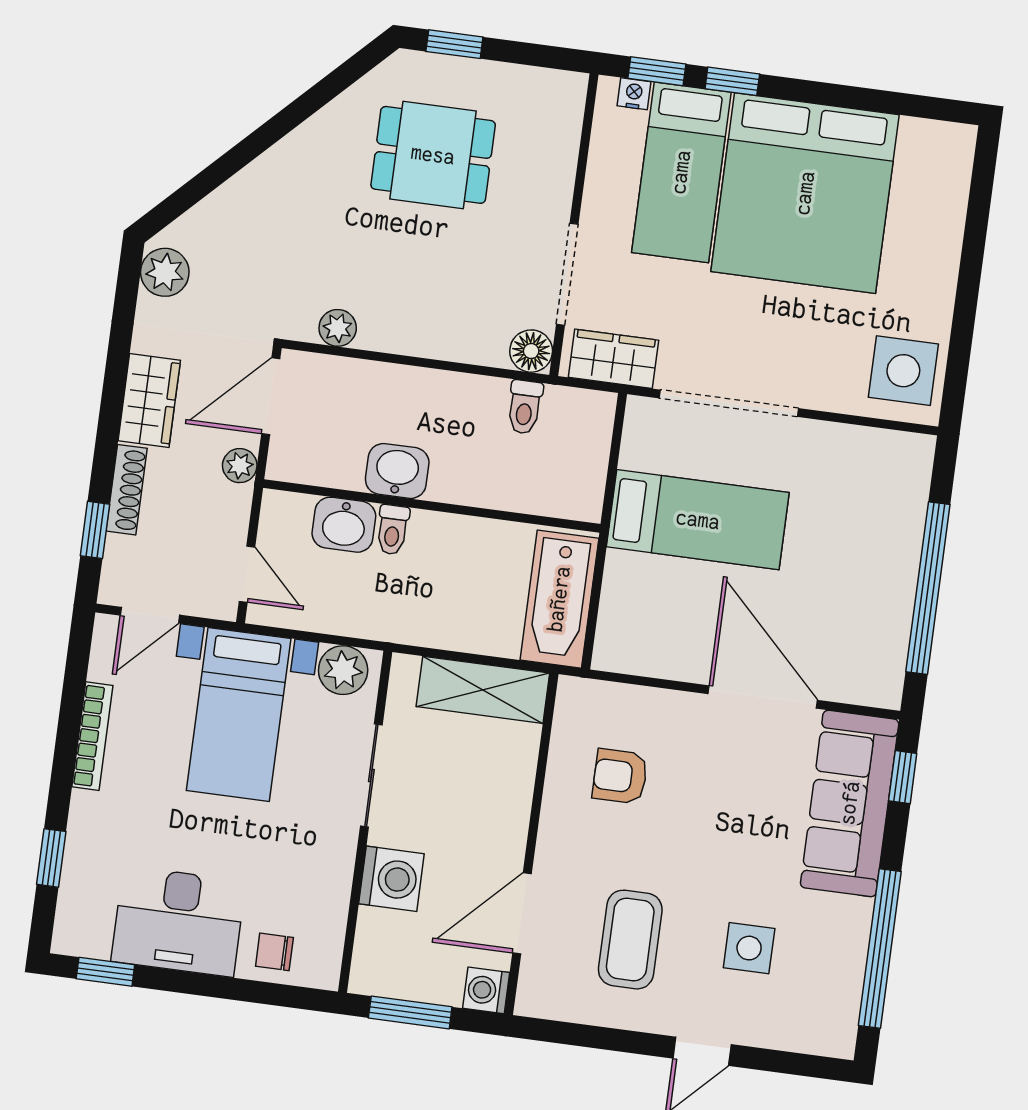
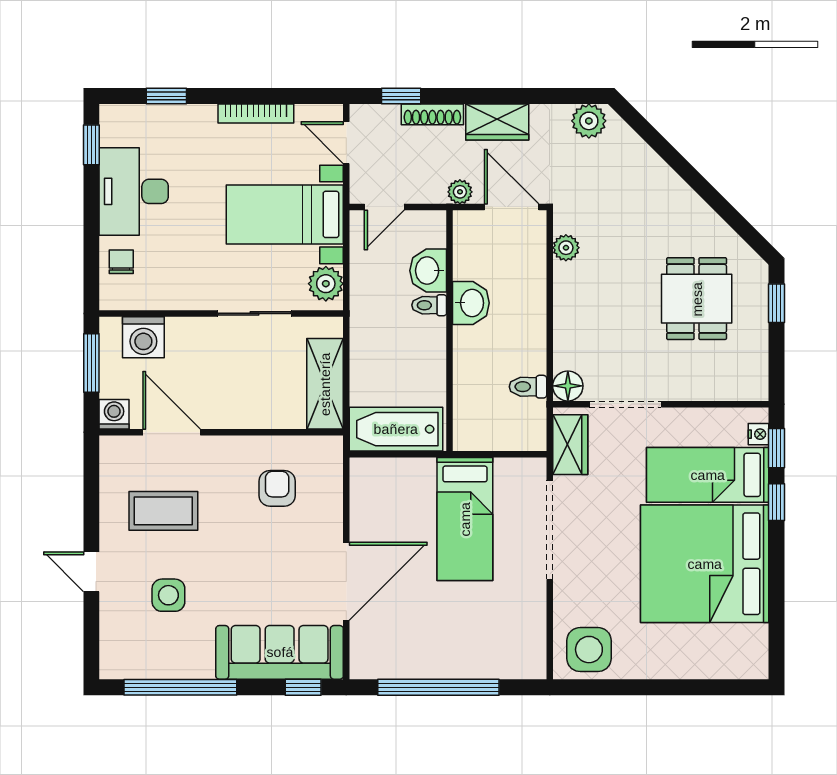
washing machine: (391, 879) -> (143, 337), moved

